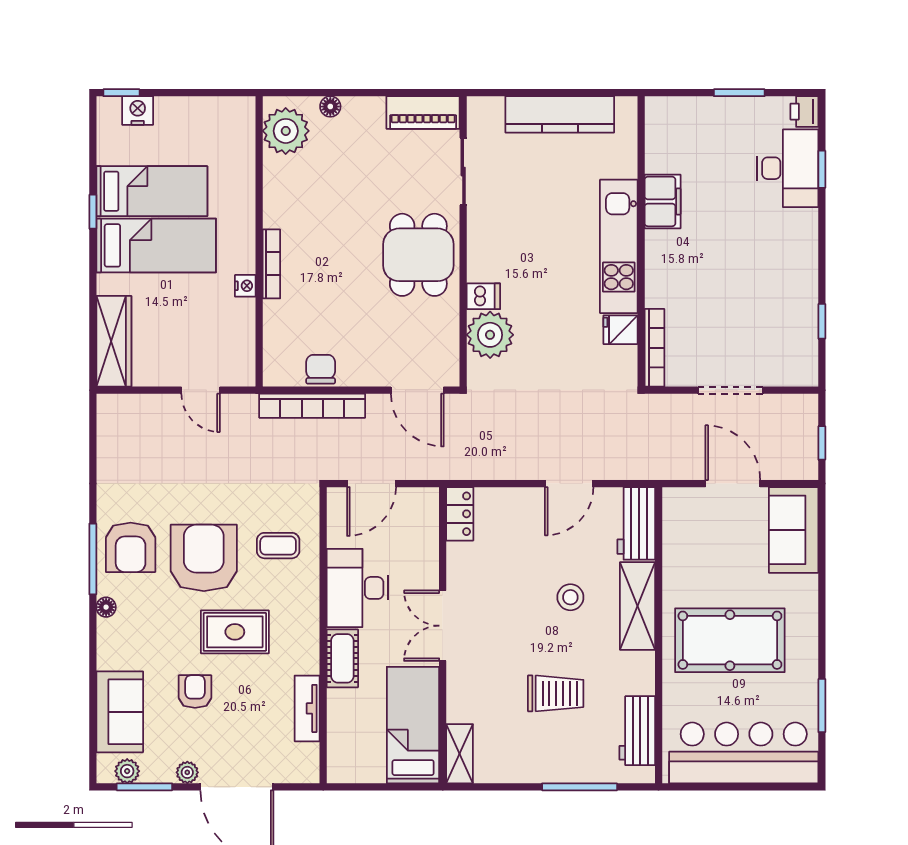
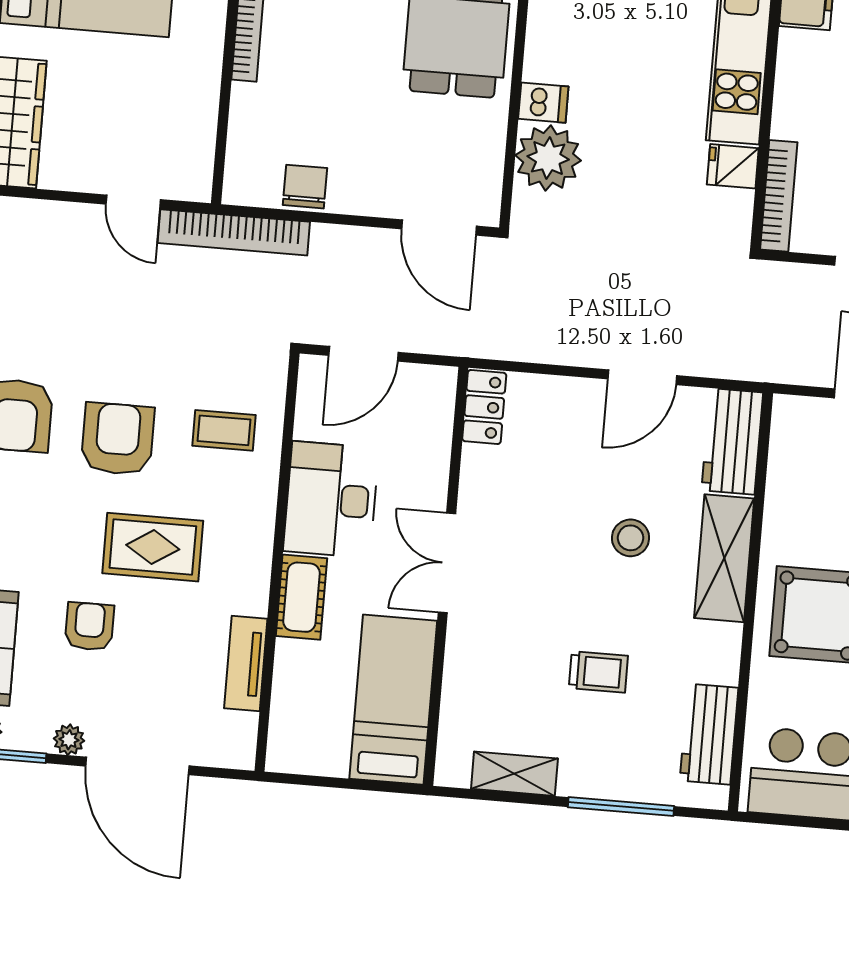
nightstand: (245, 286) -> (209, 60), removed
bookcase: (312, 406) -> (234, 232), moved
armchair: (204, 558) -> (118, 439), width x0.73, depth x0.73
trolley: (556, 693) -> (598, 672), width x0.73, depth x0.72
shelving: (460, 754) -> (514, 774), moved, turned 90

